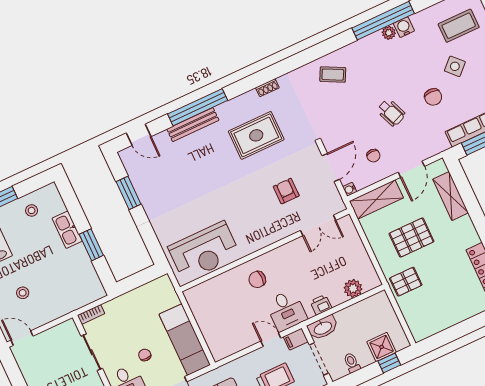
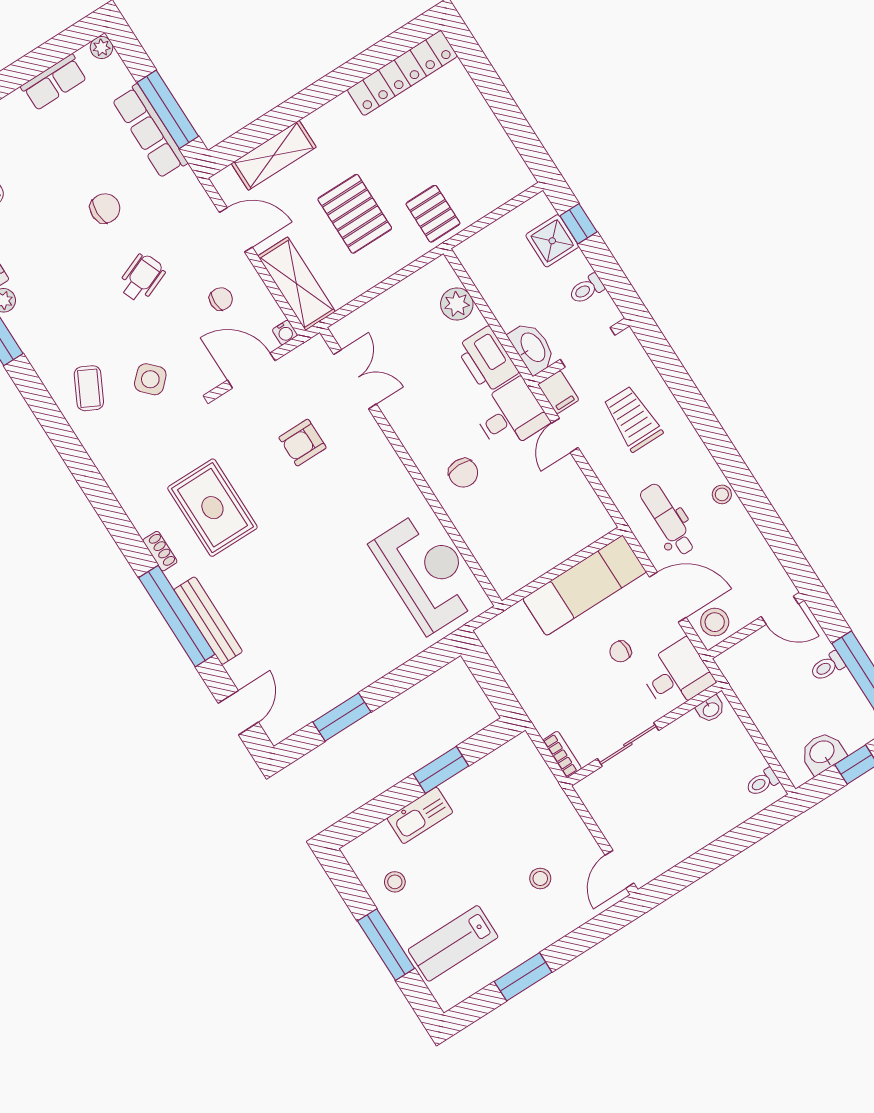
side table: (455, 66) -> (150, 379), moved
shoe rack: (267, 88) -> (160, 551), moved
printer: (321, 305) -> (487, 360), width x1.87, depth x1.48

